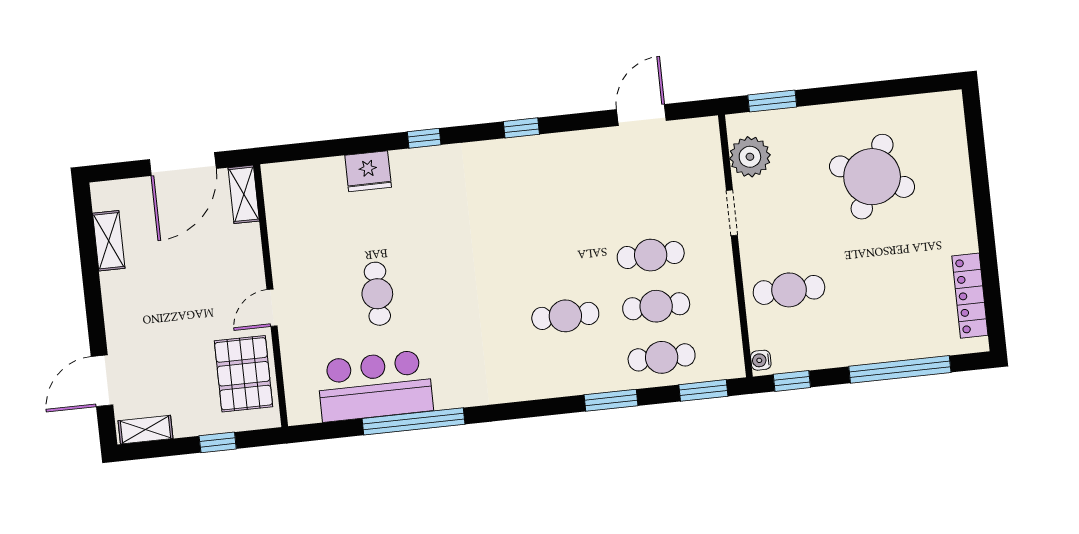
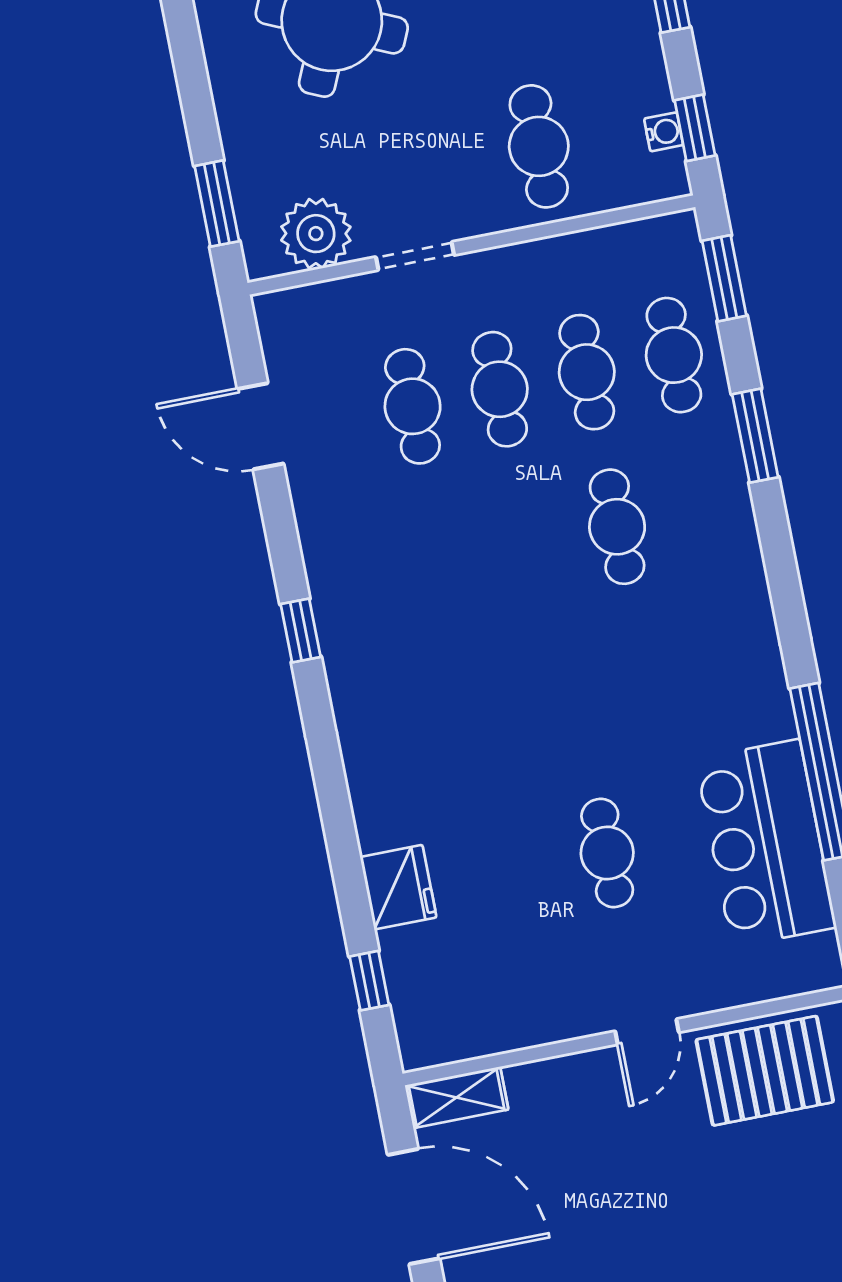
window: (424, 138) -> (369, 981), moved
cafe table: (645, 204) -> (413, 406), added
cafe table: (377, 294) -> (607, 853), turned 90
door: (272, 308) -> (647, 1032), hinge flipped
water cooler: (761, 360) -> (664, 132), moved, turned -90

